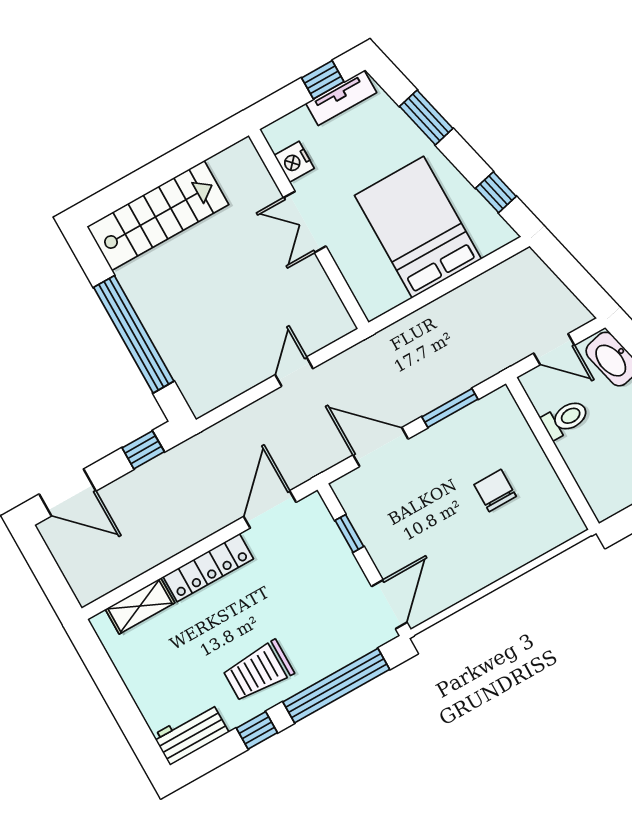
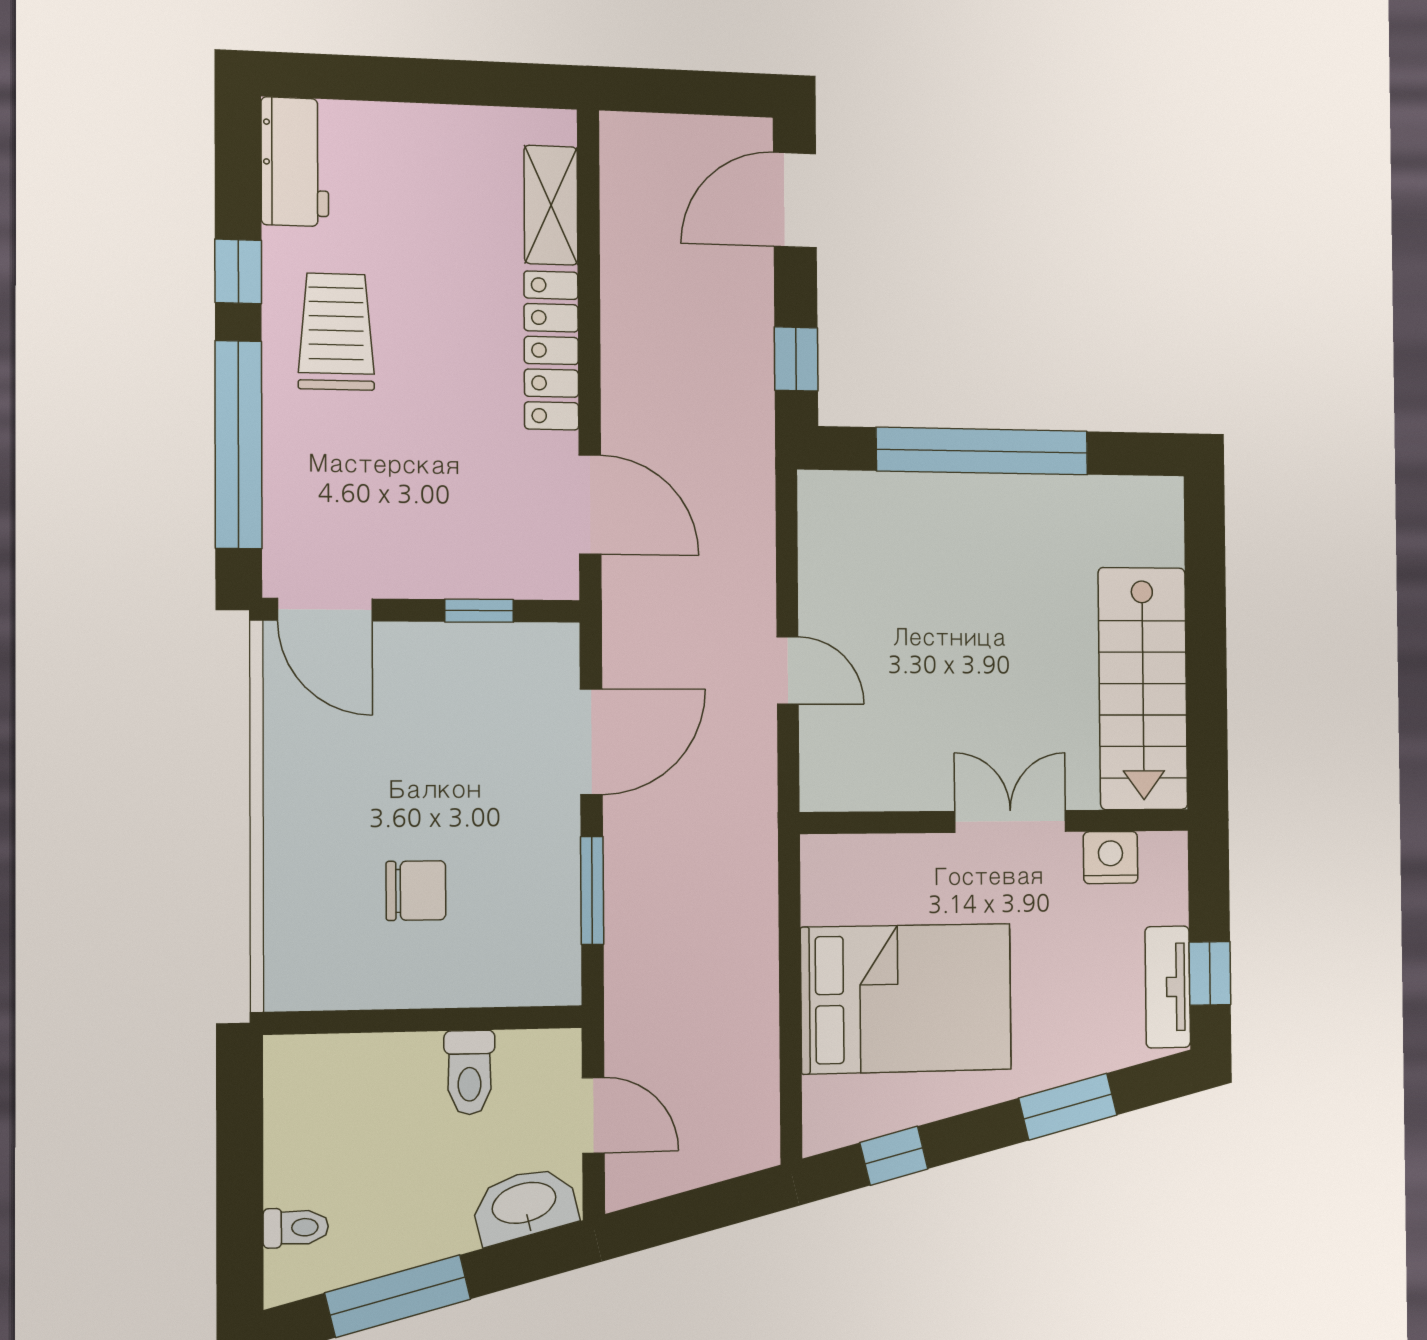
stairs: (158, 216) -> (1143, 689), moved
door: (554, 349) -> (593, 1115), swing flipped

